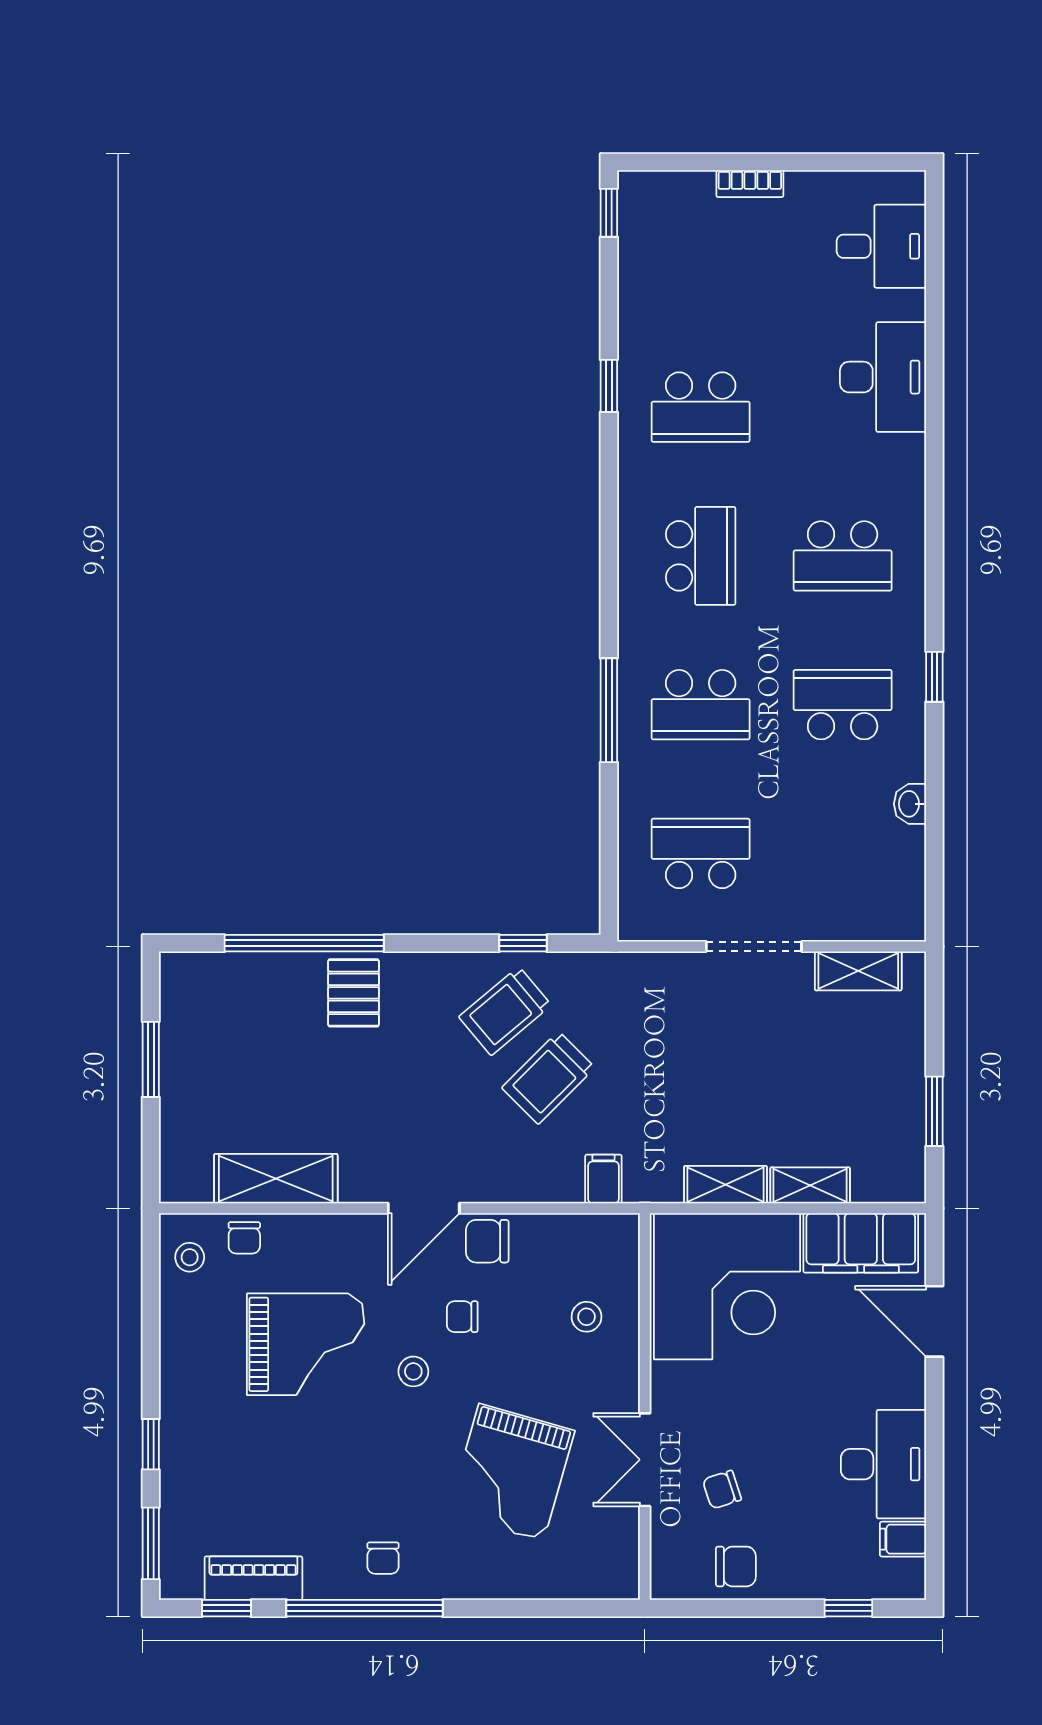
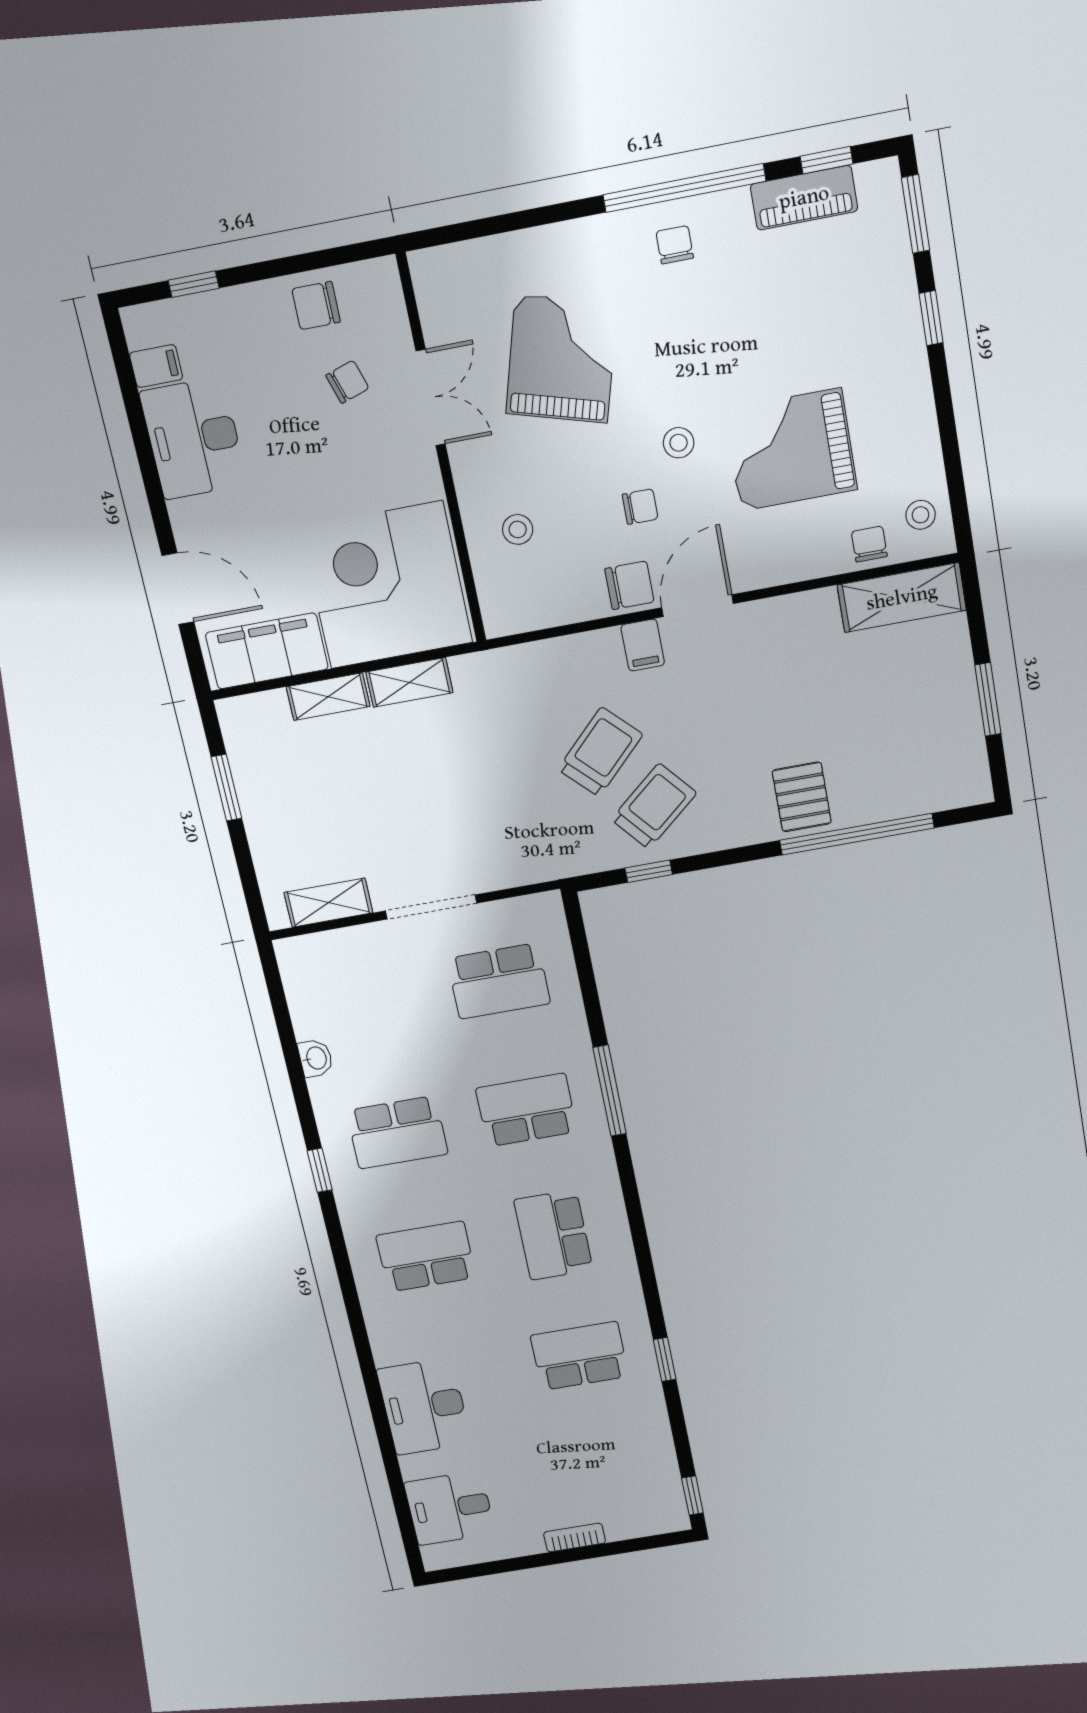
shelving: (276, 1179) -> (902, 598), moved
filing cabinet: (603, 1179) -> (643, 645), moved

